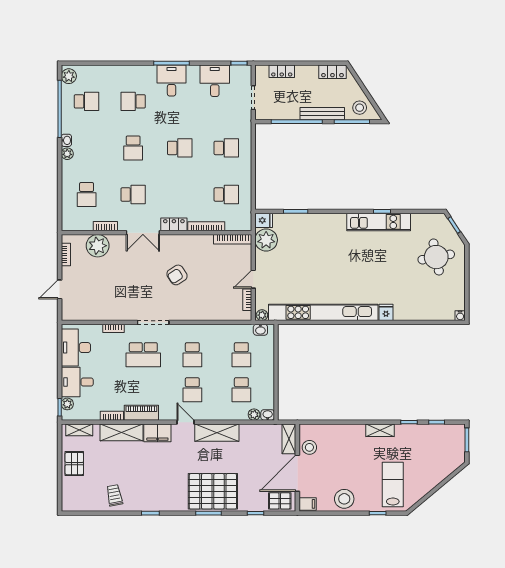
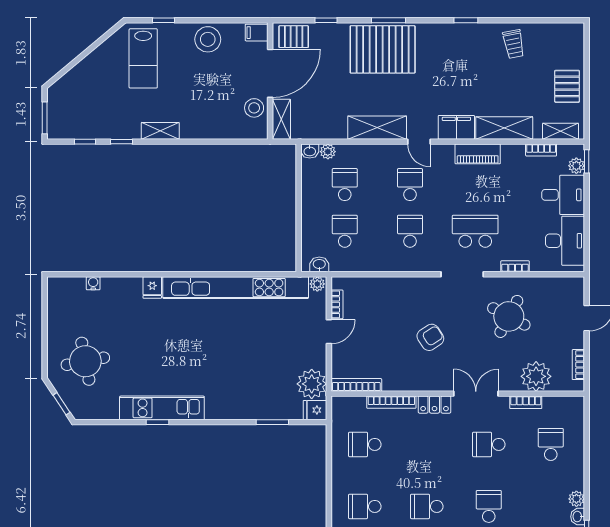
round table: (118, 291) -> (509, 316), added
water cooler: (460, 316) -> (93, 283), moved
bookcase: (112, 416) -> (541, 150), moved

